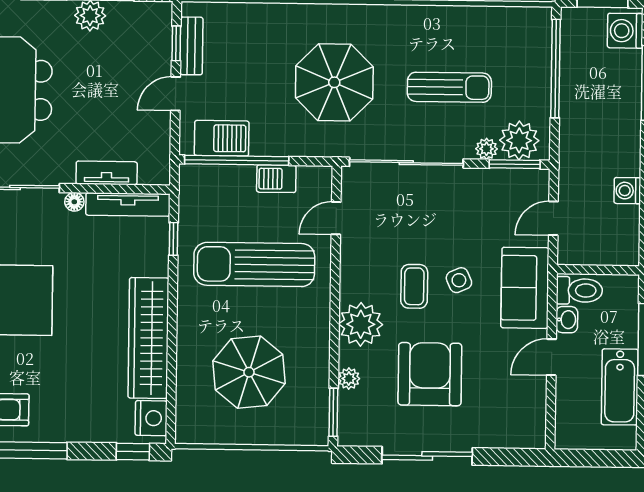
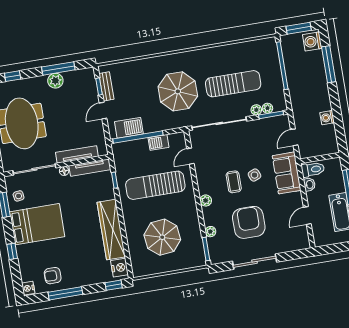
sun lounger: (449, 87) -> (233, 84), width x1.36, depth x1.34
plant: (519, 140) -> (267, 108), width x0.53, depth x0.53
tv unit: (107, 173) -> (77, 154), width x1.41
plant: (361, 324) -> (206, 201), width x0.53, depth x0.53
door: (551, 357) -> (307, 216), moved

